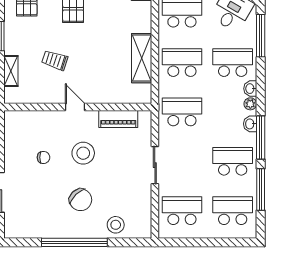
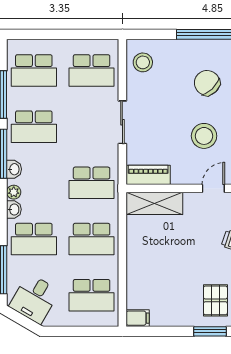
shelving: (142, 58) -> (154, 203), moved, turned 90
door: (75, 107) -> (213, 188), swing flipped
piano: (118, 119) -> (148, 175), moved
stool: (116, 225) -> (143, 62), moved

